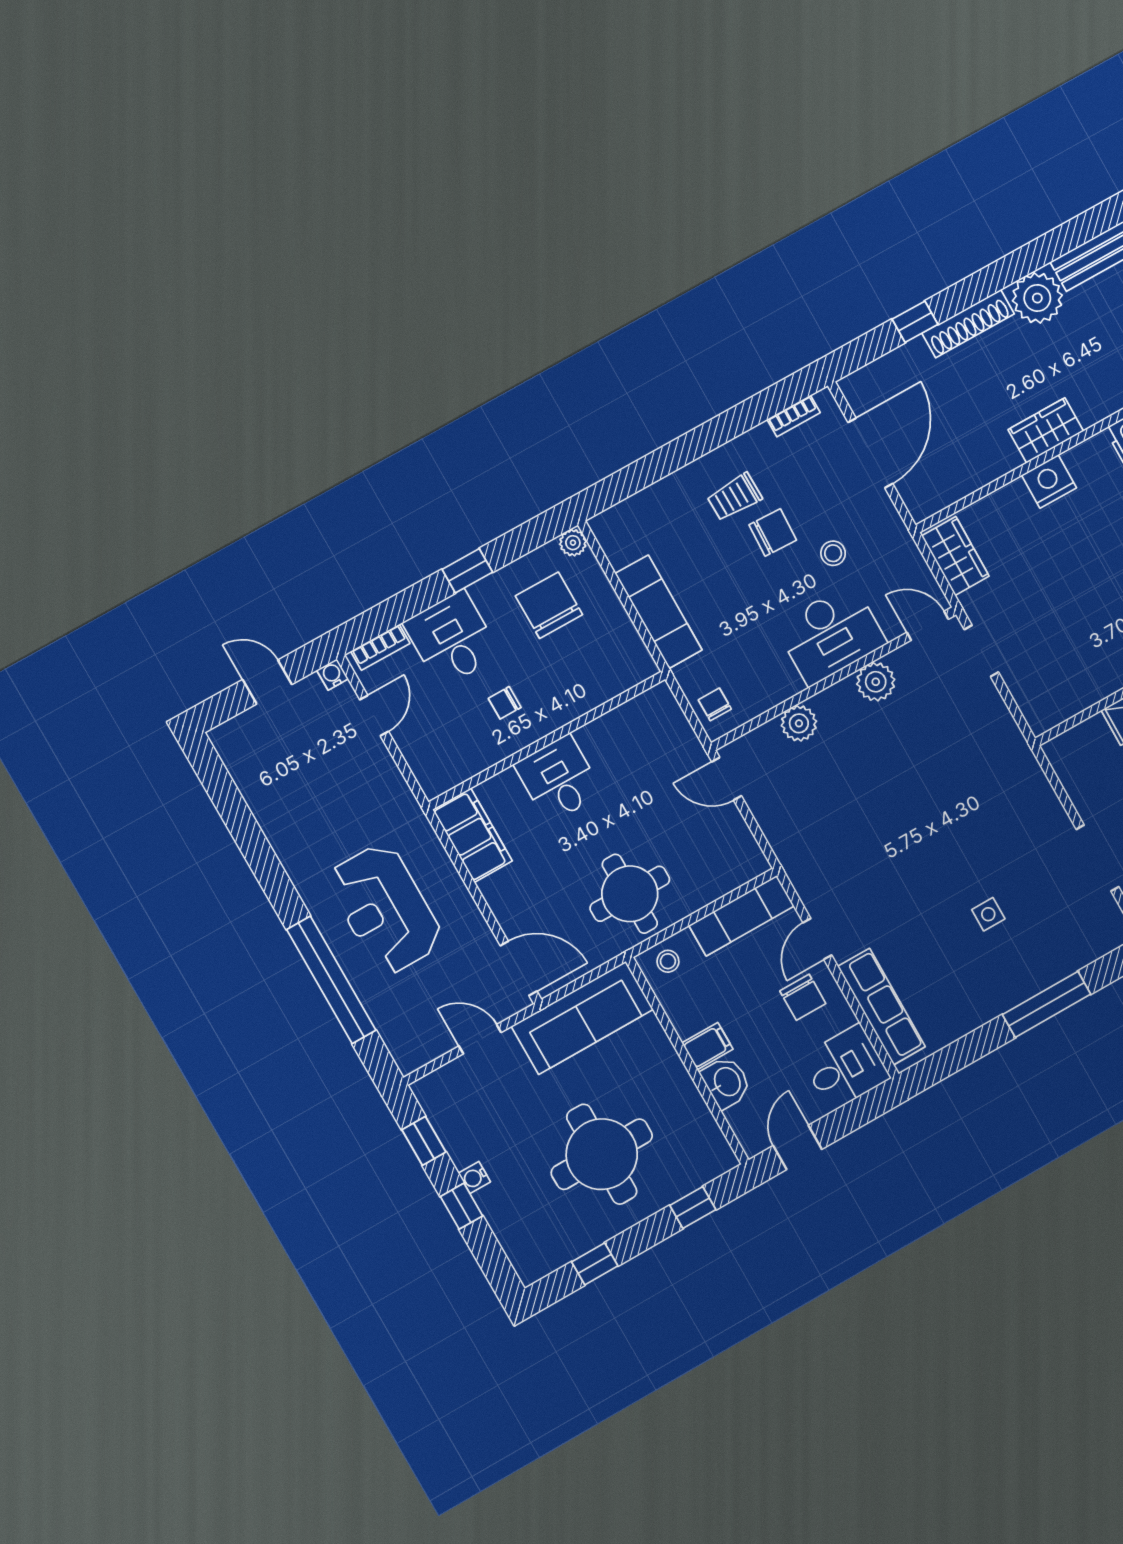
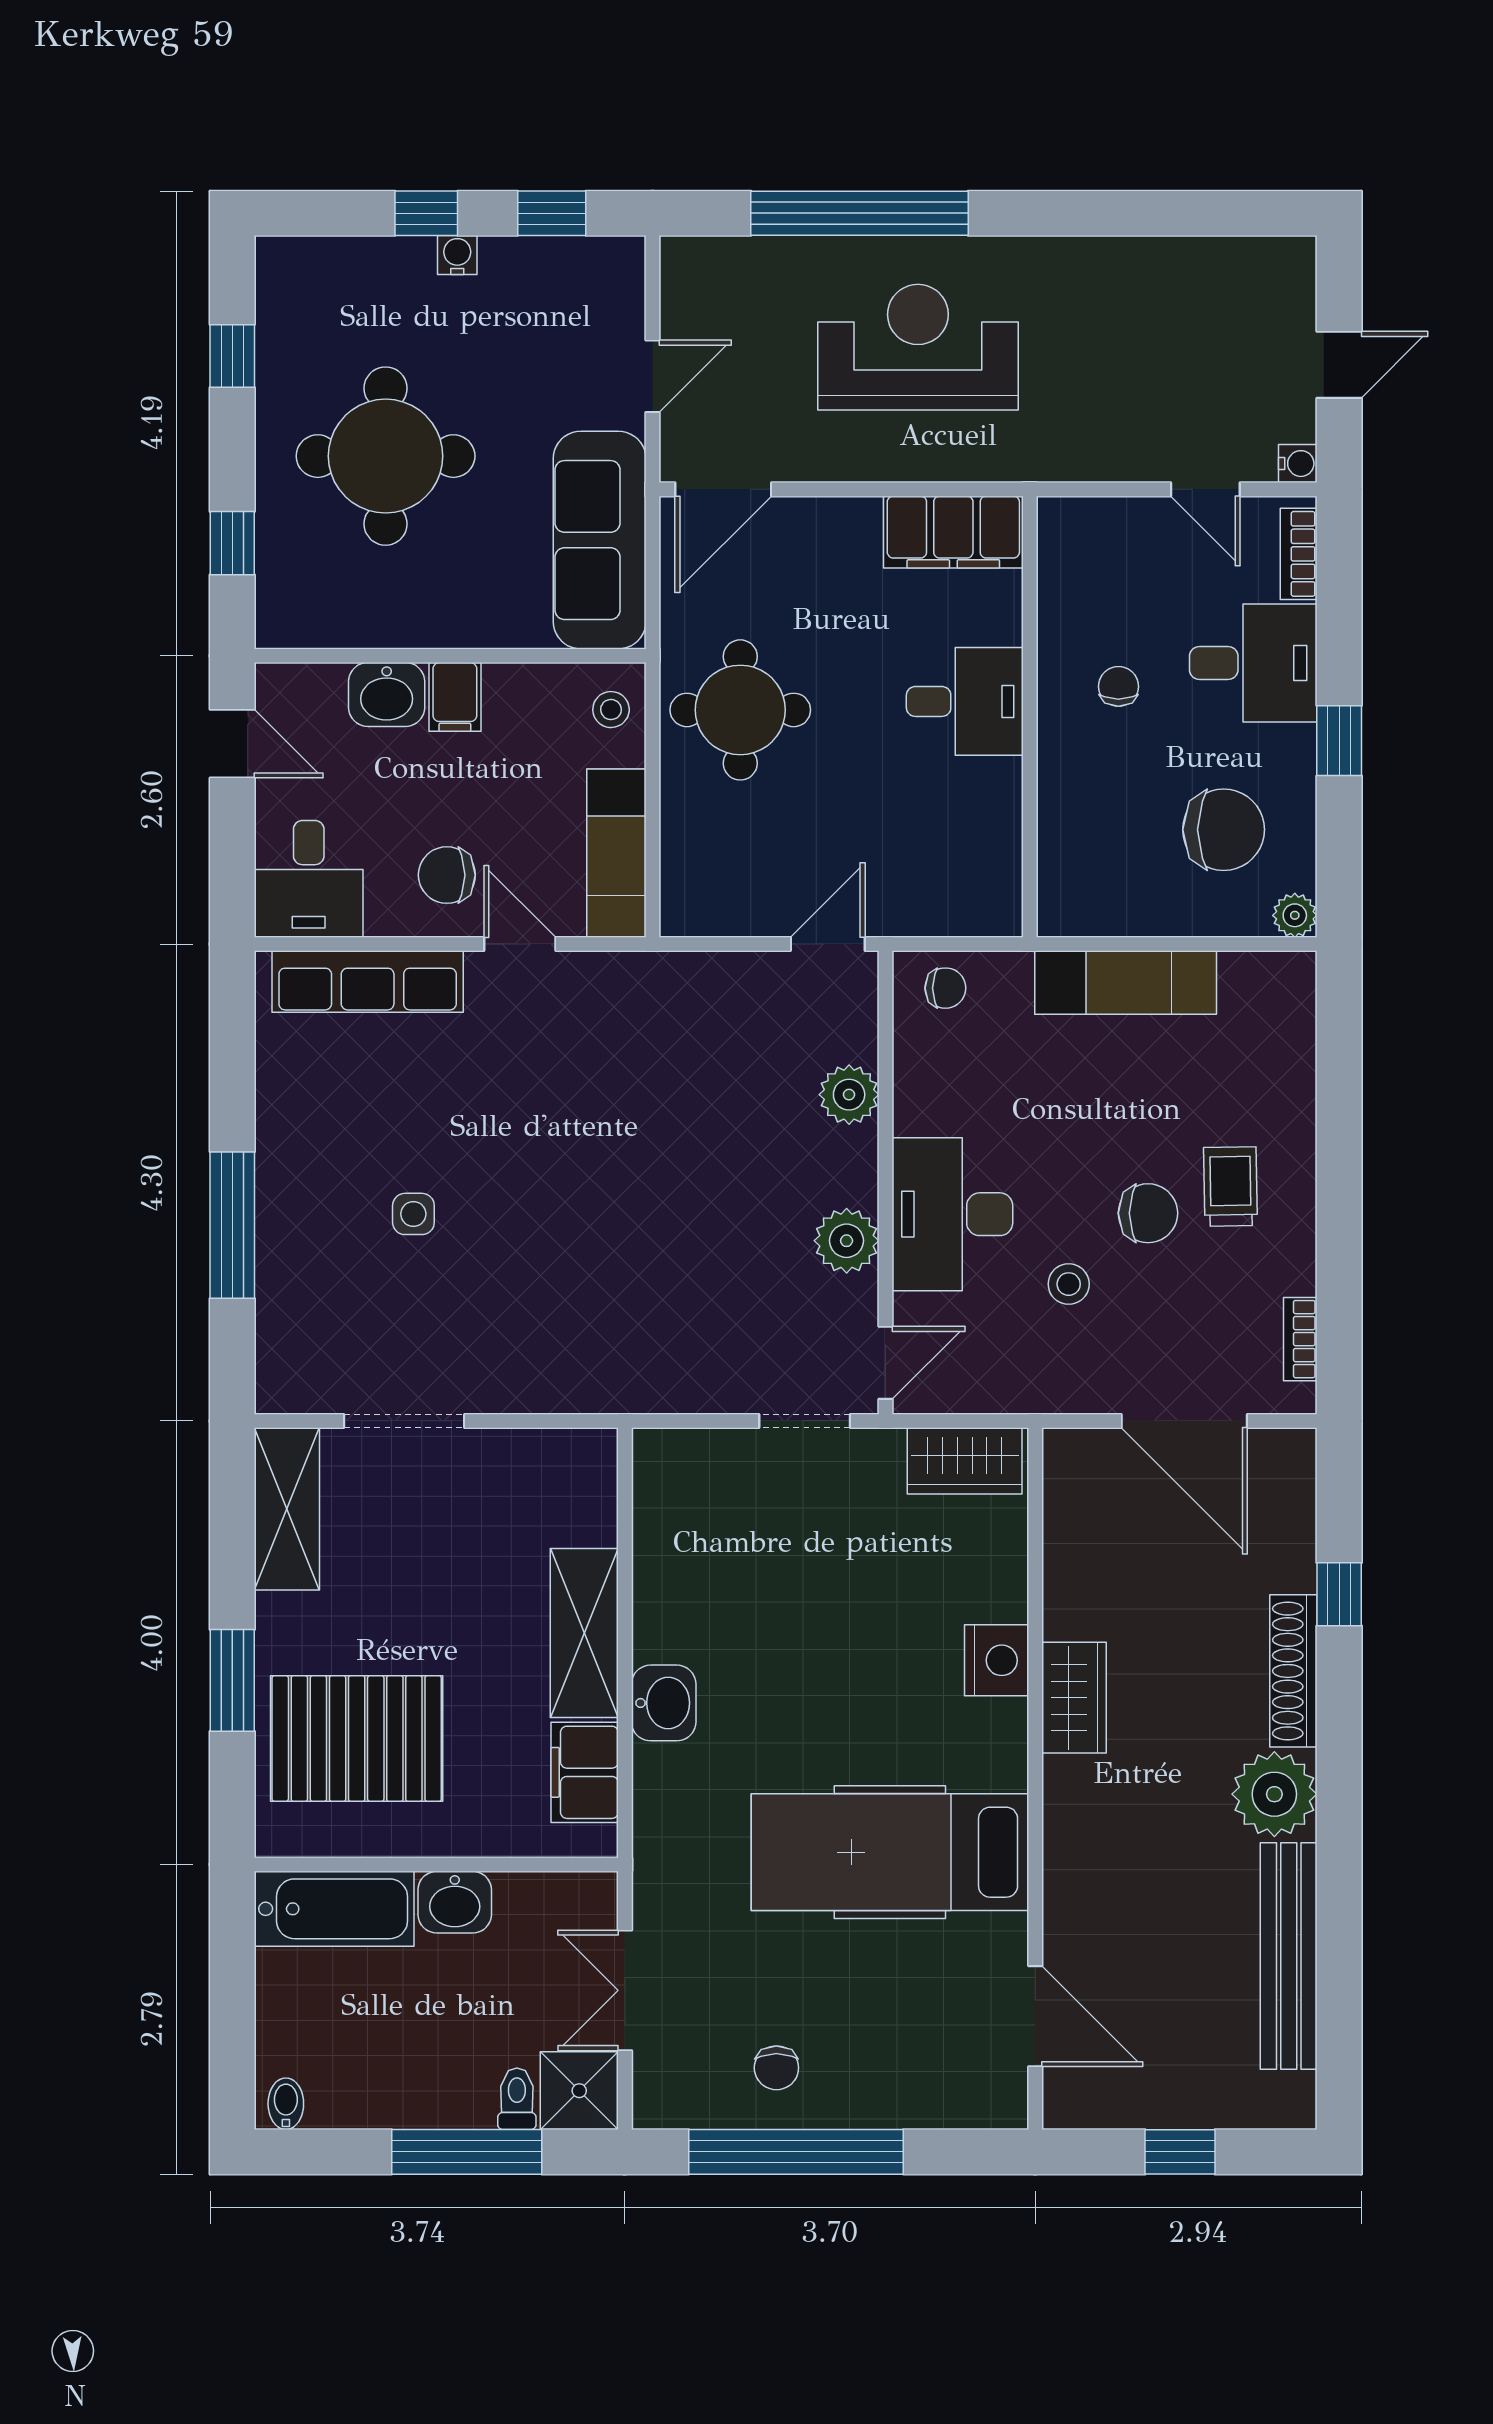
chair: (773, 532) -> (1148, 1213), turned -92

